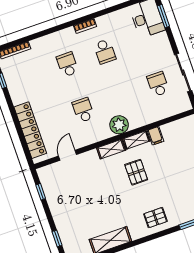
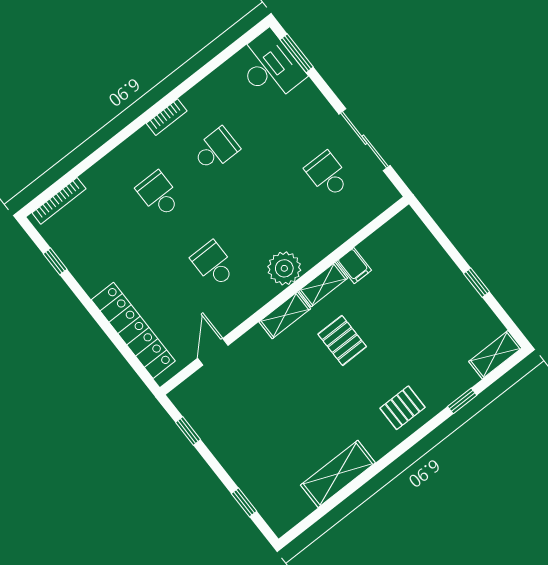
school desk: (105, 51) -> (216, 150), turned -90

